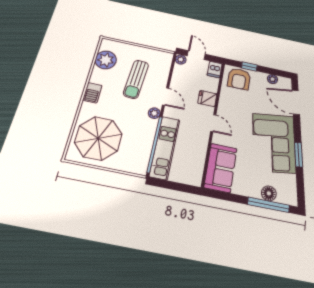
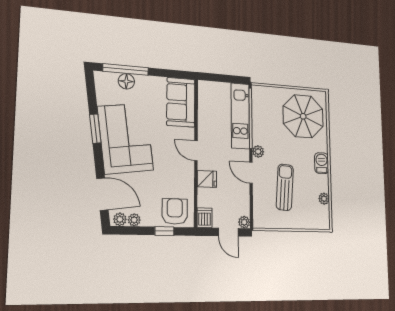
plant: (106, 60) -> (324, 199), width x0.53, depth x0.53
plant: (284, 82) -> (120, 219), added

